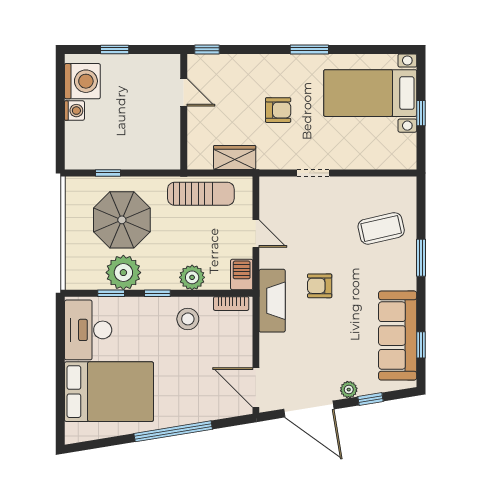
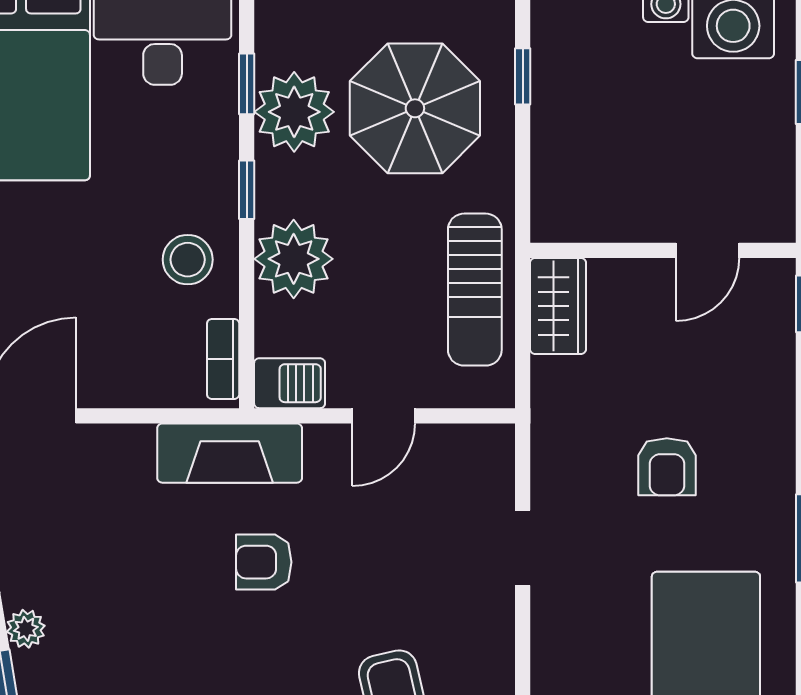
wardrobe: (235, 158) -> (558, 306), moved
plant: (192, 277) -> (294, 259), width x1.36, depth x1.36
armchair: (320, 286) -> (264, 562), turned -90

